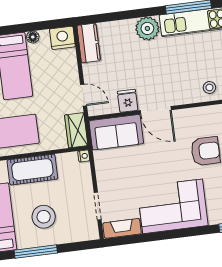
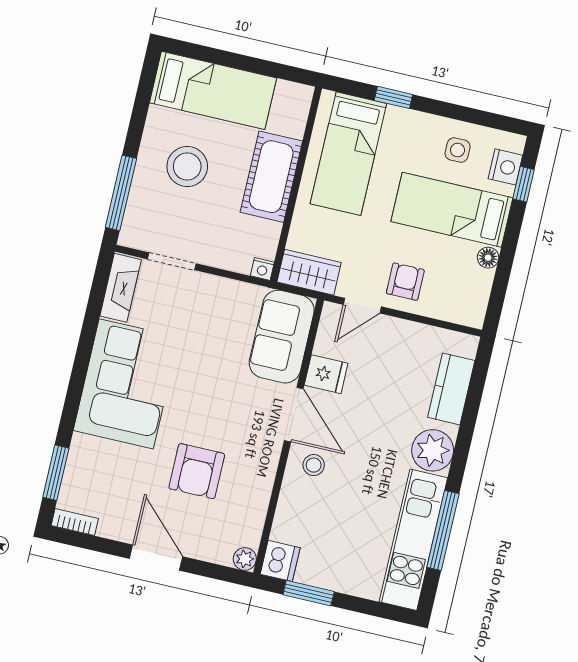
nightstand: (62, 38) -> (469, 306), removed
kitchen counter: (89, 43) -> (451, 389), moved, turned 90
armchair: (62, 77) -> (405, 282), added
stool: (209, 88) -> (314, 465), moved
door: (156, 110) -> (294, 415), swing flipped
window: (36, 252) -> (121, 193), moved

